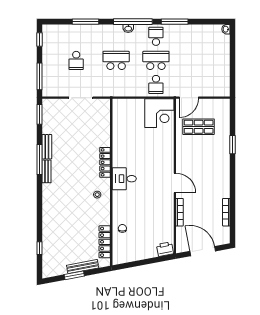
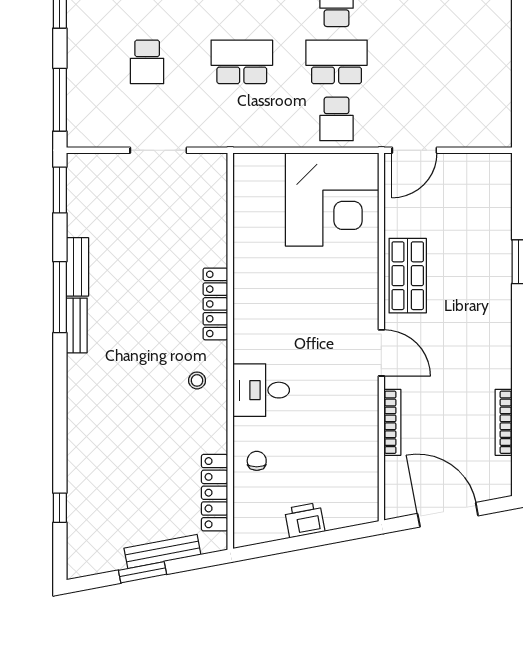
corner desk: (159, 113) -> (332, 200), width x1.36, depth x1.36
shop shelf: (199, 127) -> (408, 276), moved, turned 90
desk: (124, 179) -> (261, 390), moved
printer: (165, 249) -> (305, 520), moved

